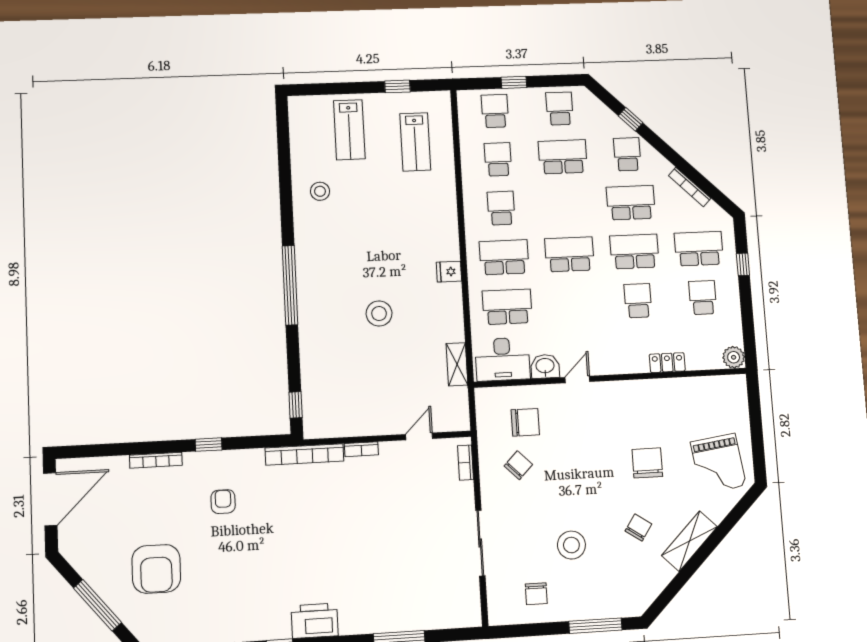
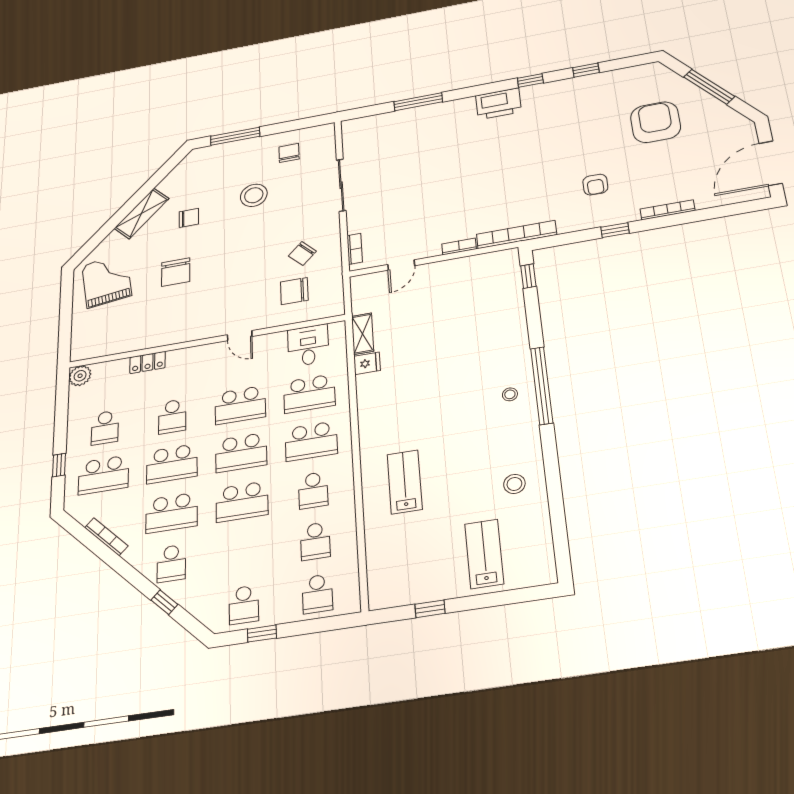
window: (514, 82) -> (262, 634), moved
lab bench: (415, 142) -> (405, 482), moved
school desk: (563, 157) -> (242, 502), moved
fridge: (449, 272) -> (367, 363), moved
school desk: (573, 304) -> (240, 405), added
stool: (379, 313) -> (510, 394), moved, width x0.53, depth x0.53
desk: (502, 359) -> (308, 345), width x0.73
washbasin: (545, 366) -> (272, 343), removed
door: (577, 379) -> (240, 336), hinge flipped
chair: (638, 528) -> (189, 218), turned -124

